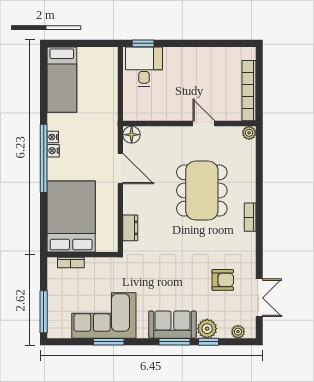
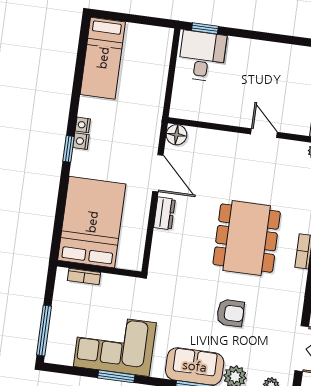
window: (44, 158) -> (69, 149), width x0.32
dining table: (202, 191) -> (247, 238), moved
dresser: (130, 228) -> (164, 213), moved
armchair: (223, 280) -> (230, 313), moved

